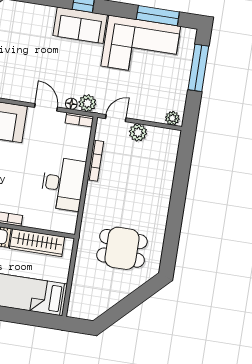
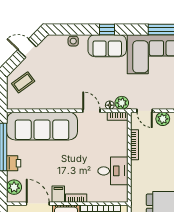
side table: (37, 12) -> (73, 41), added
door: (116, 118) -> (145, 111), swing flipped
desk: (63, 184) -> (113, 171), width x0.73

